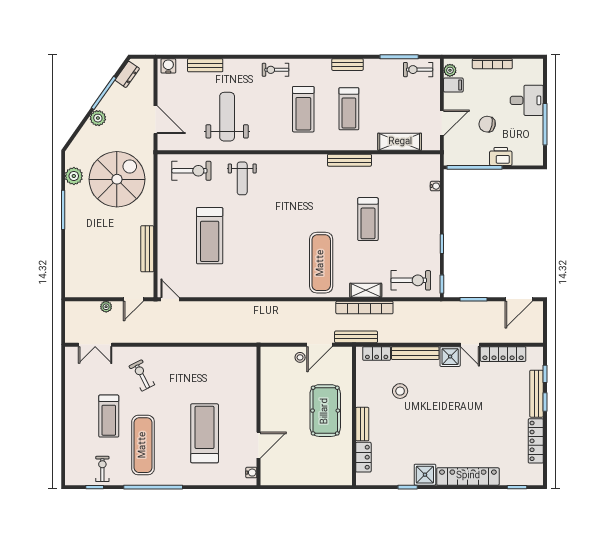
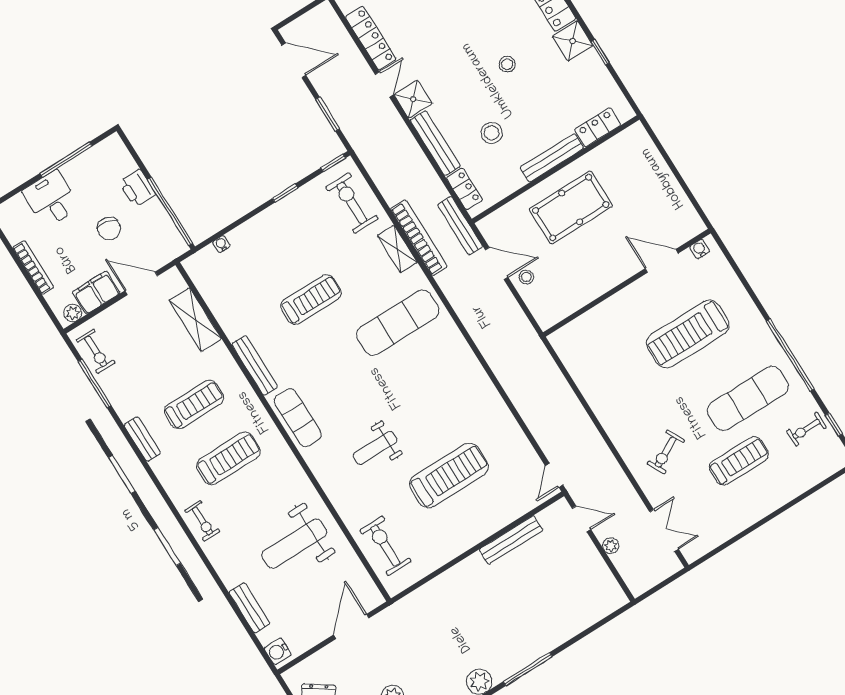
filing cabinet: (453, 85) -> (96, 293), width x2.00
exercise mat: (302, 166) -> (298, 418), added
weight bench: (242, 178) -> (375, 448), moved, turned 180
spiral stairs: (117, 179) -> (451, 628), removed
bench: (362, 424) -> (552, 158), width x1.36
stool: (436, 426) -> (507, 64), added

